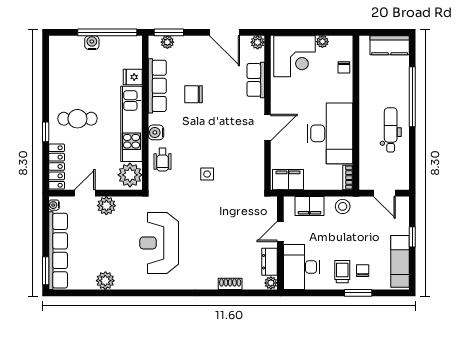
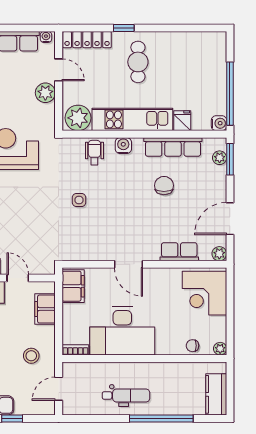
plant: (322, 42) -> (220, 349), moved
water cooler: (92, 43) -> (219, 123), moved
wheelchair: (163, 160) -> (94, 153), turned 90
stool: (343, 206) -> (31, 356), moved

